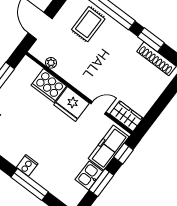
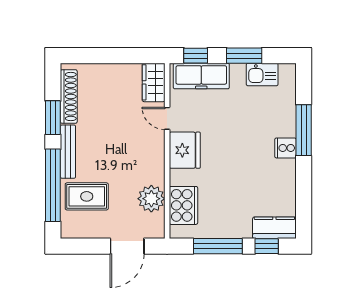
bench: (124, 33) -> (68, 152), added
plant: (51, 63) -> (151, 199), width x1.88, depth x1.88
cooker: (49, 86) -> (183, 205), moved
kitchen sink: (89, 175) -> (262, 74), moved

